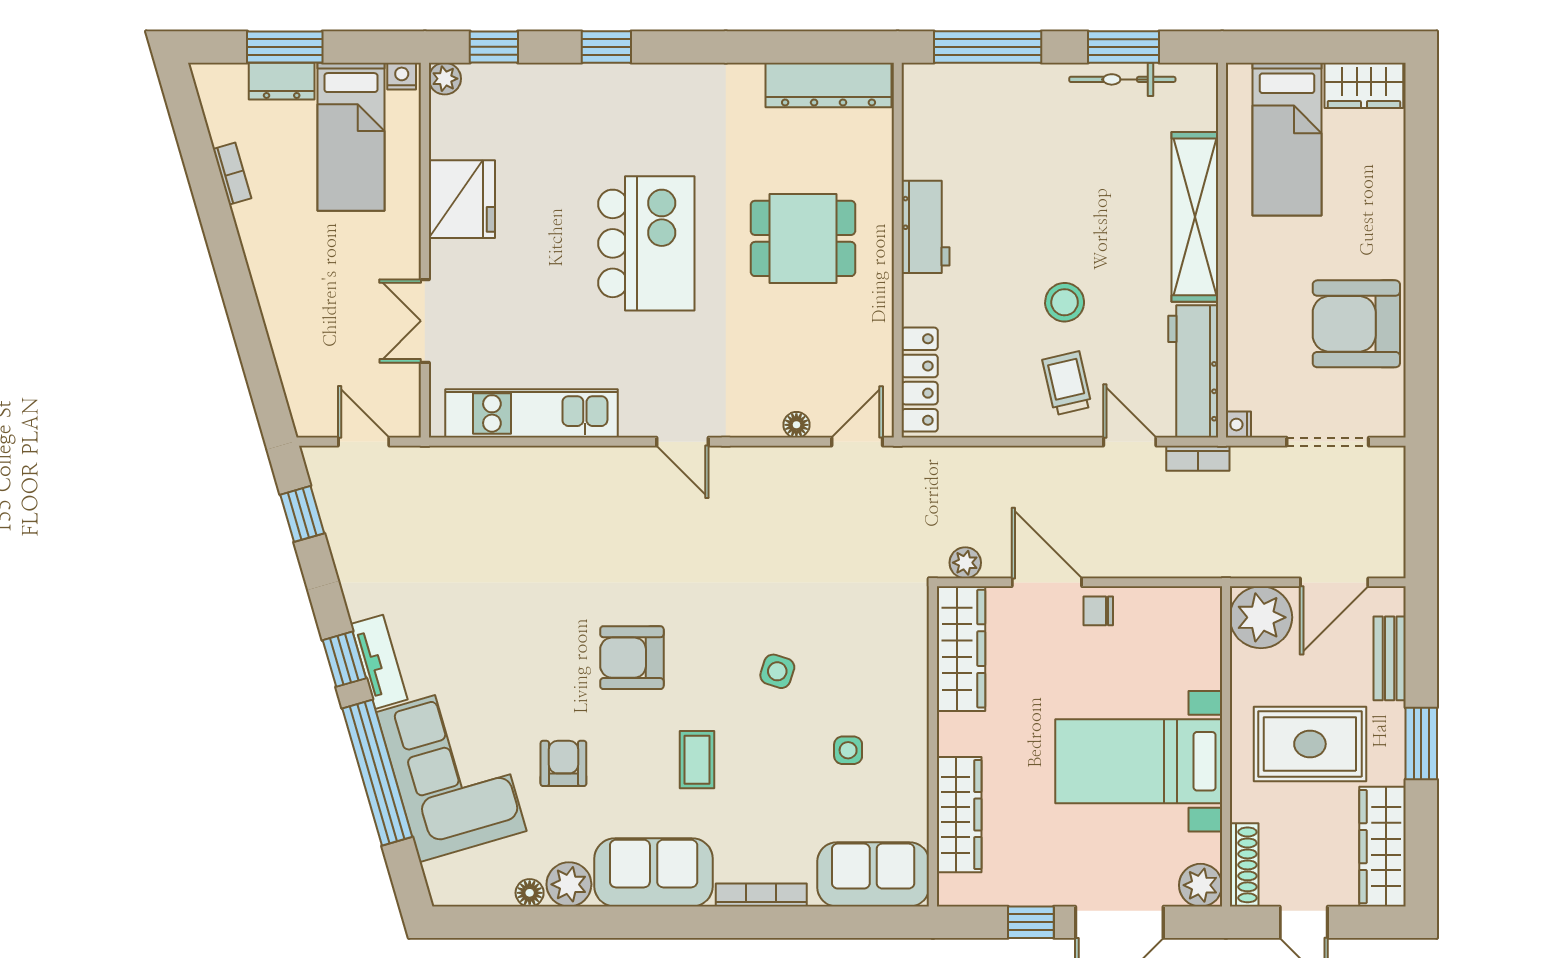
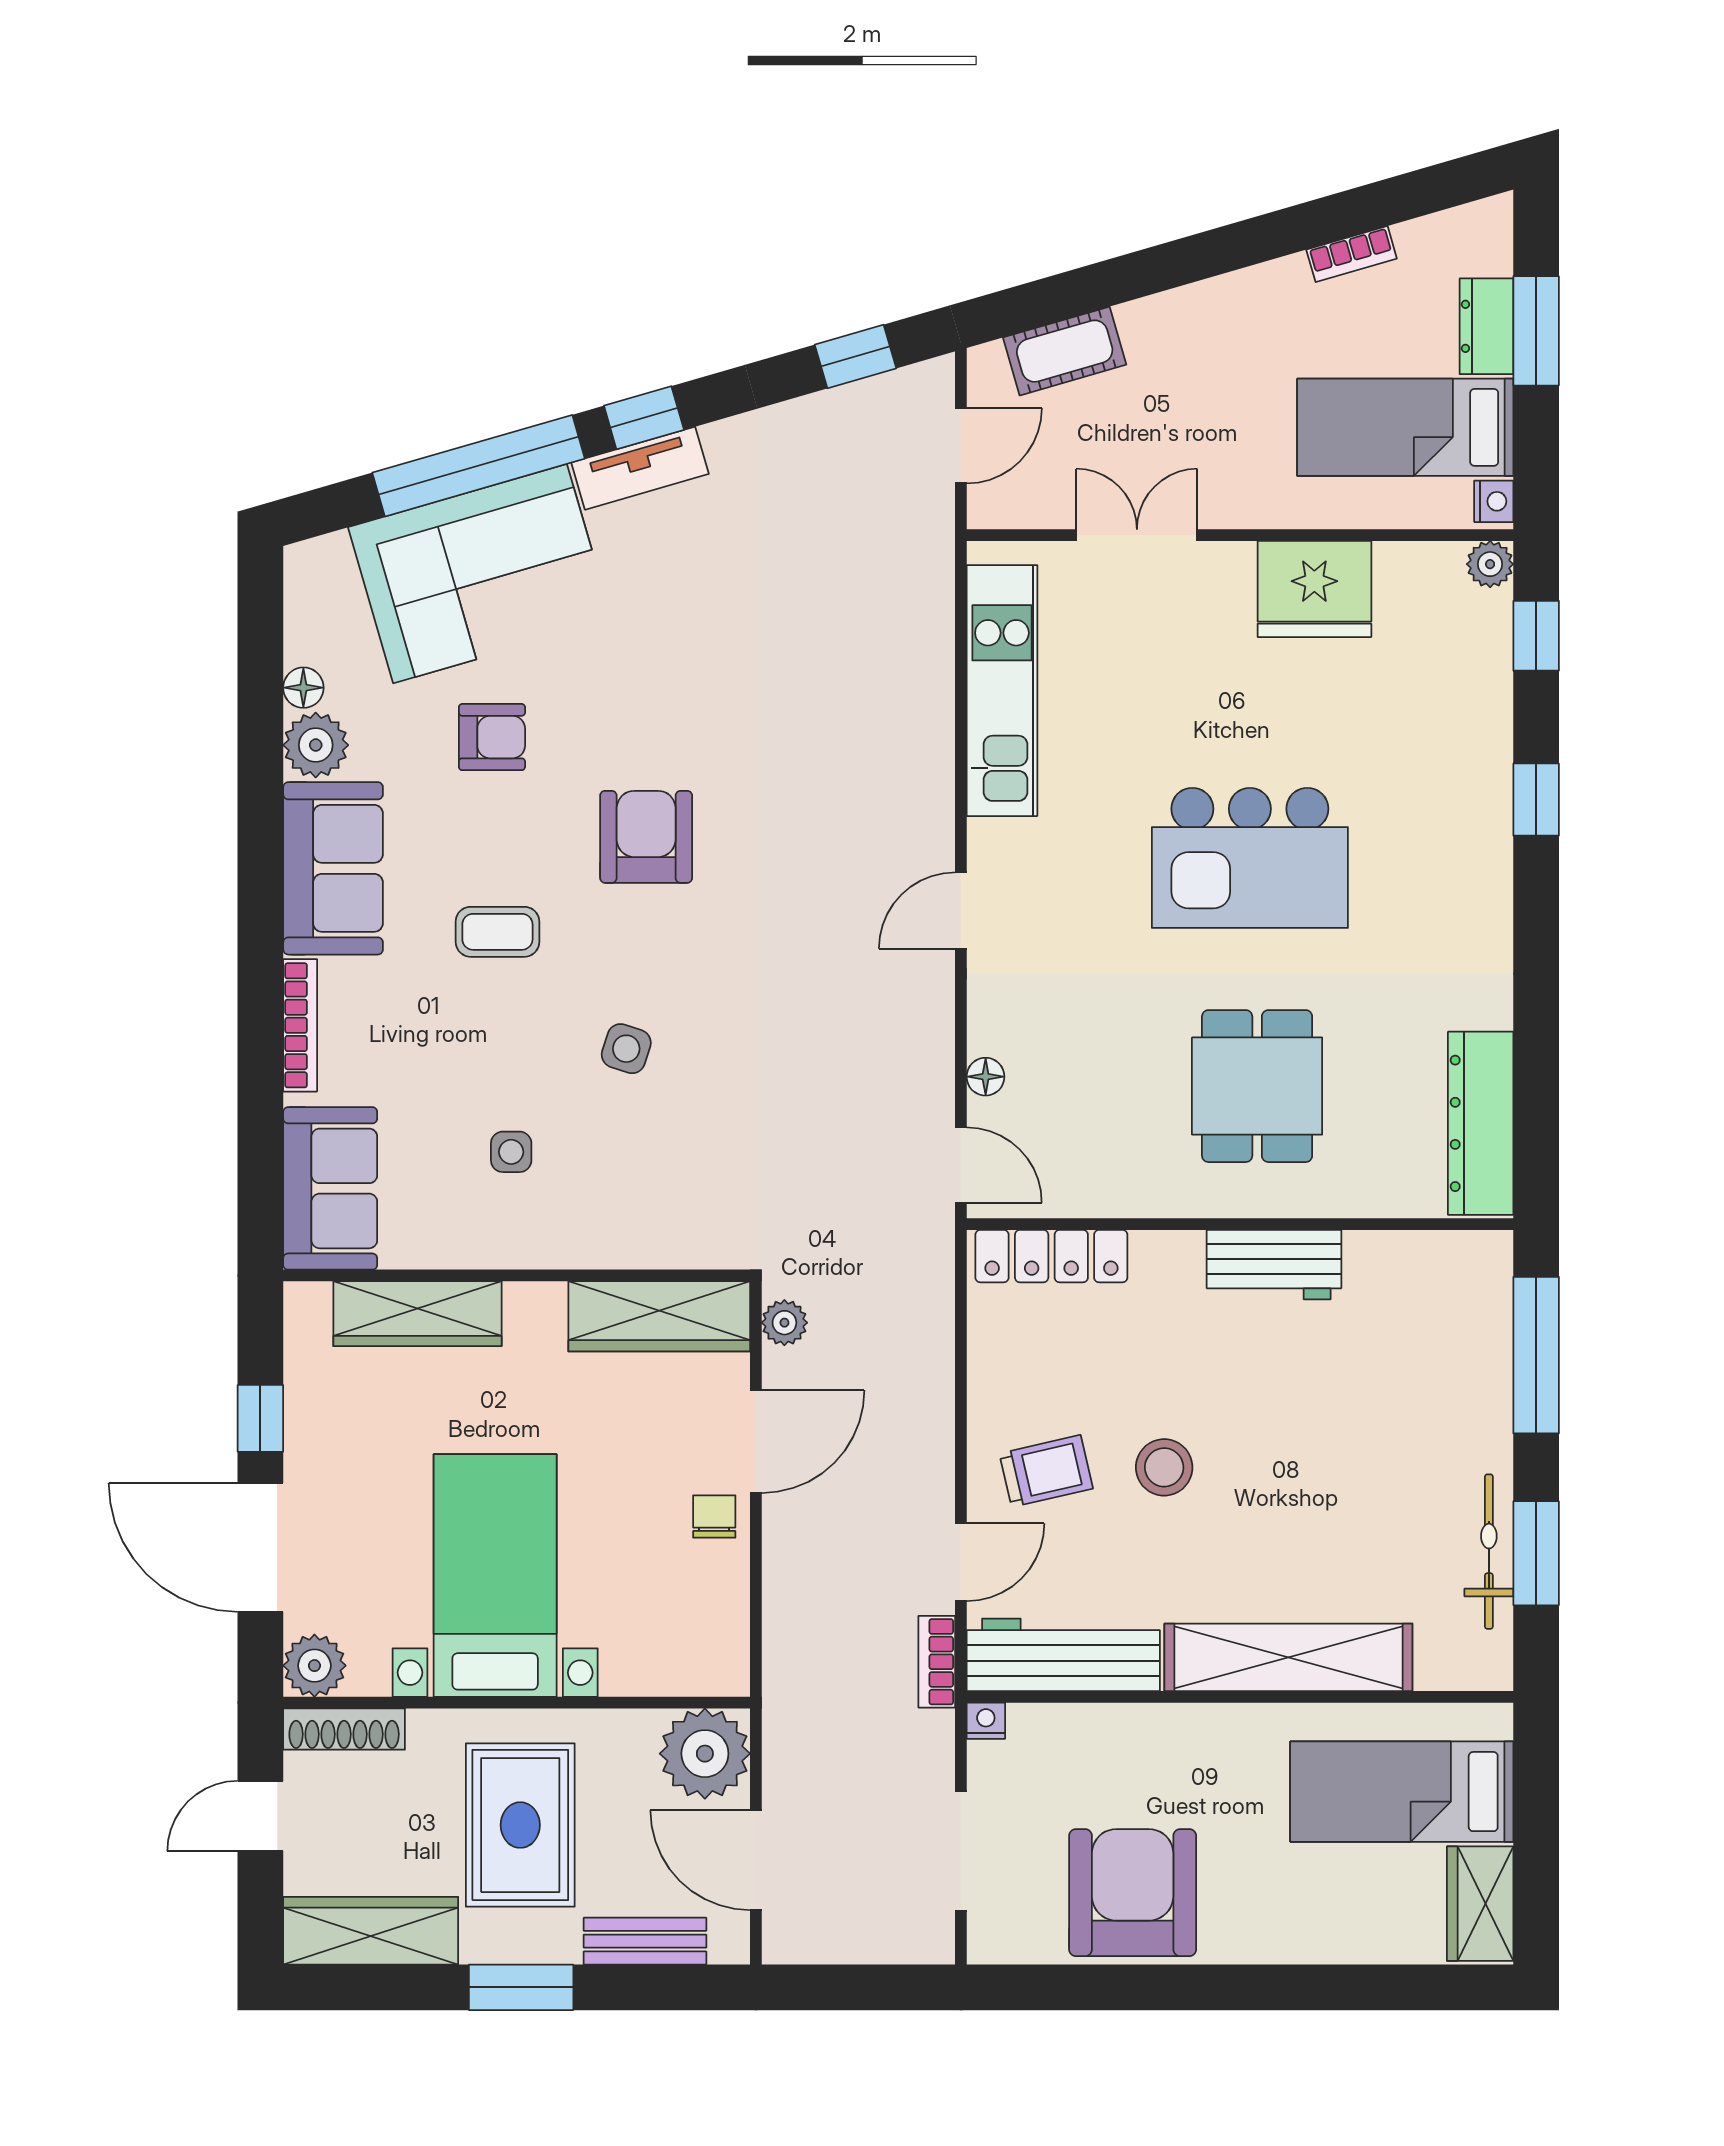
cot: (299, 371) -> (1065, 351), added

